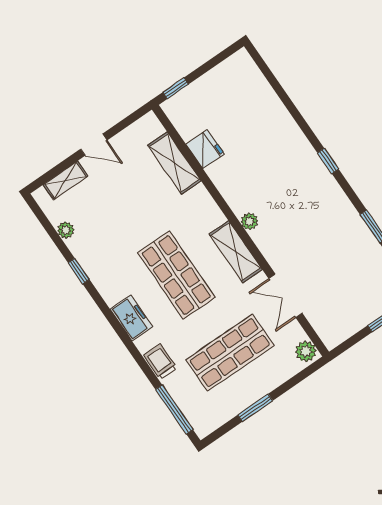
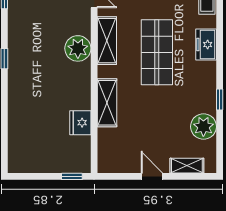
shelving: (174, 163) -> (107, 103), moved
plant: (249, 221) -> (78, 48), width x1.88, depth x1.88
plant: (66, 230) -> (203, 127), width x1.88, depth x1.88

